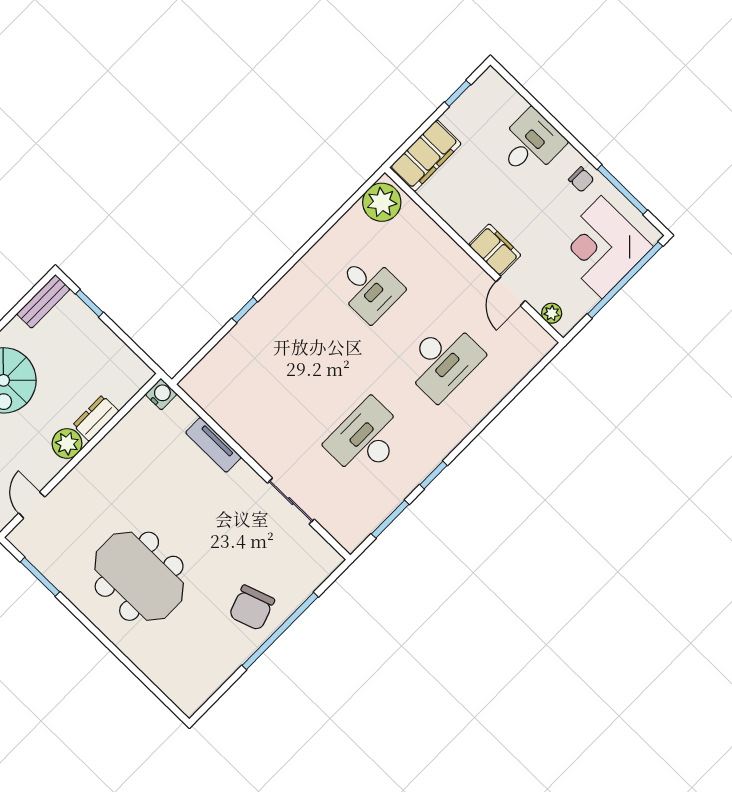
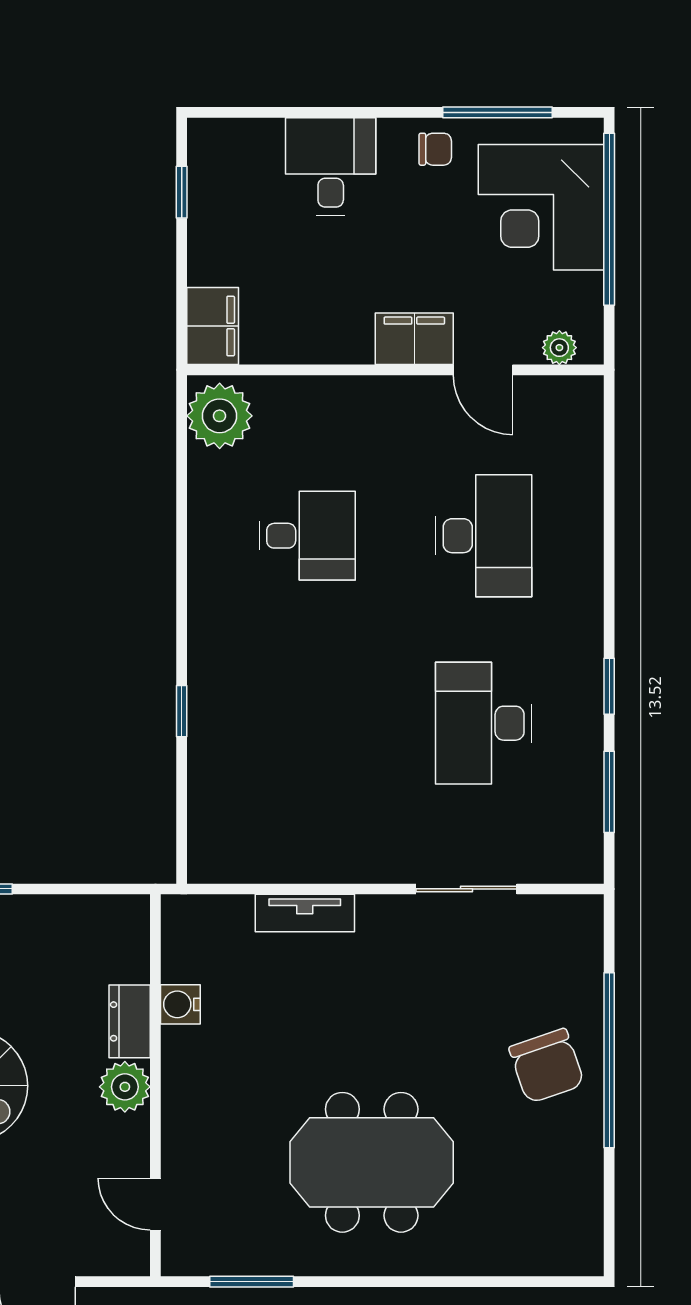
filing cabinet: (425, 156) -> (213, 326), width x0.67, depth x0.86
water cooler: (161, 394) -> (180, 1004), moved, turned -90

